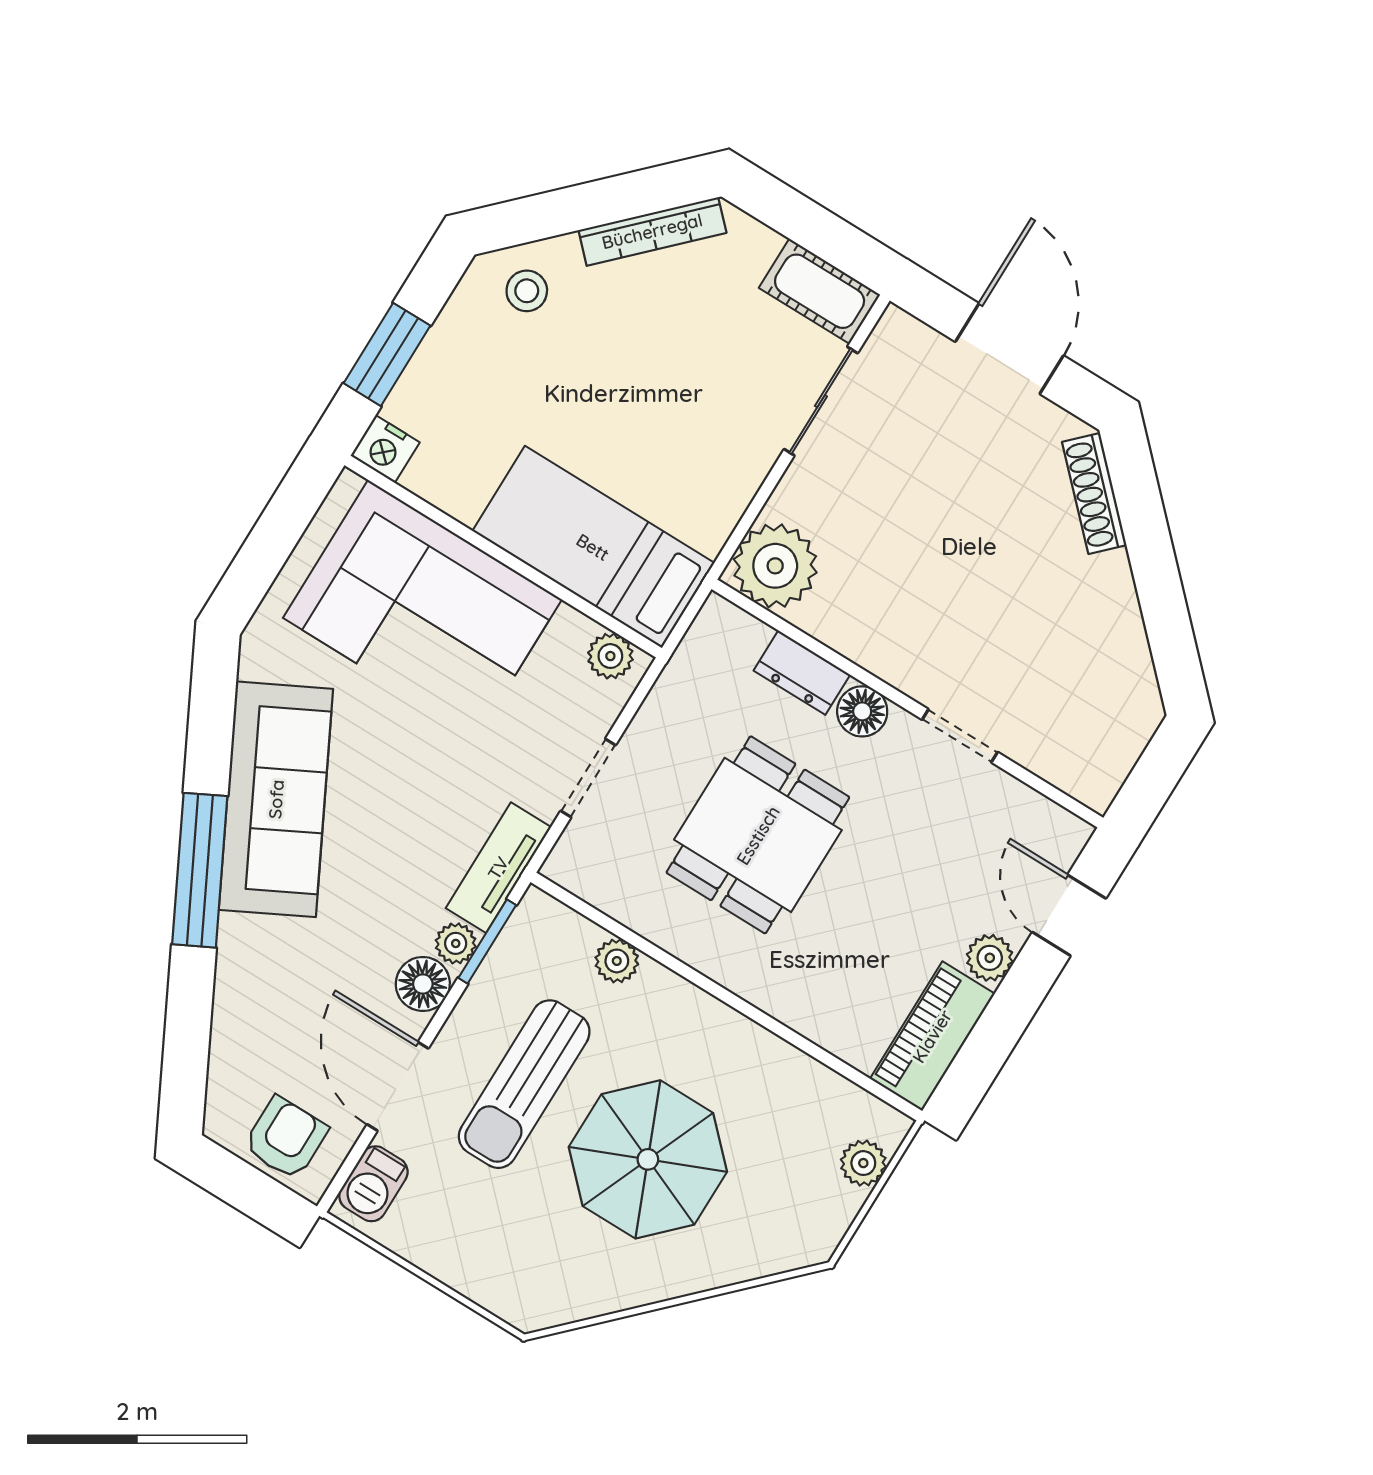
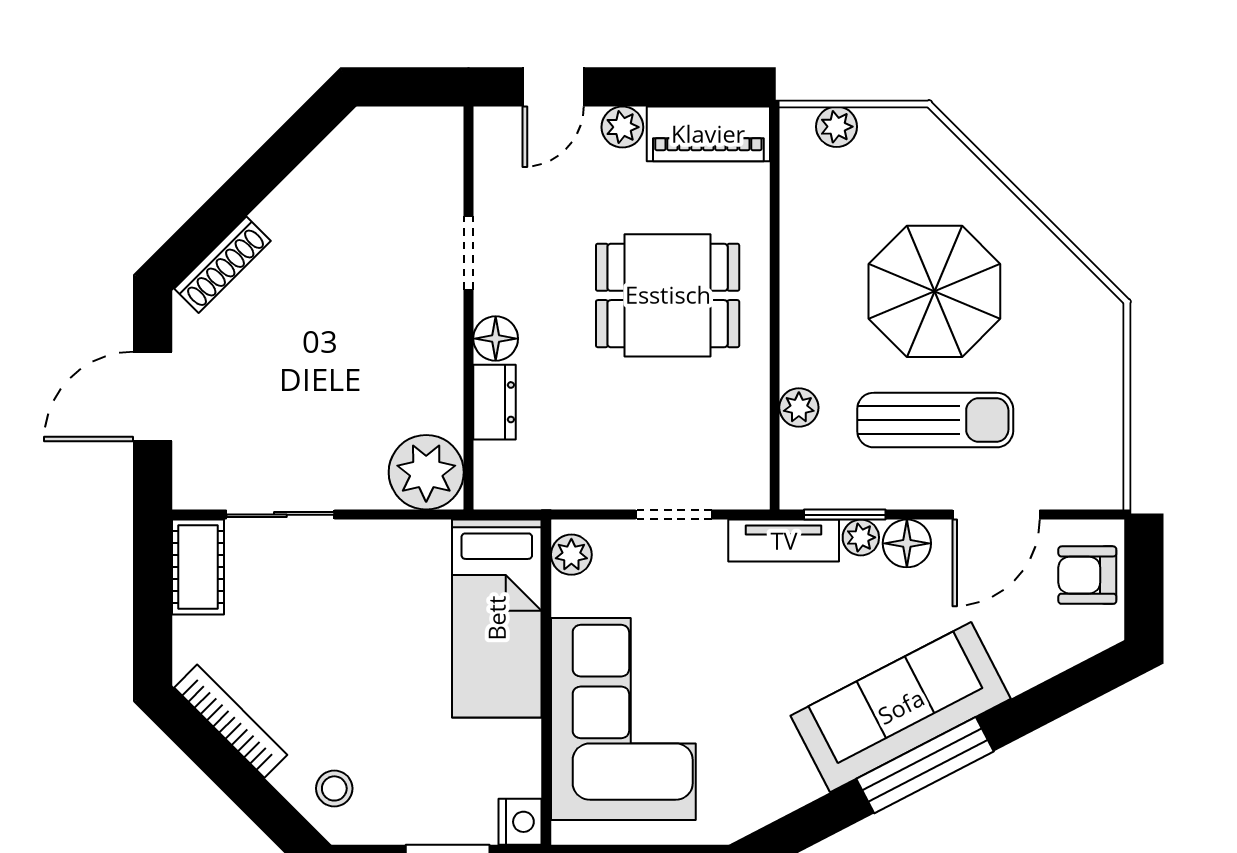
sofa: (276, 799) -> (901, 707), moved
dining table: (758, 835) -> (668, 295), moved
barbecue: (373, 1184) -> (1081, 487), removed

